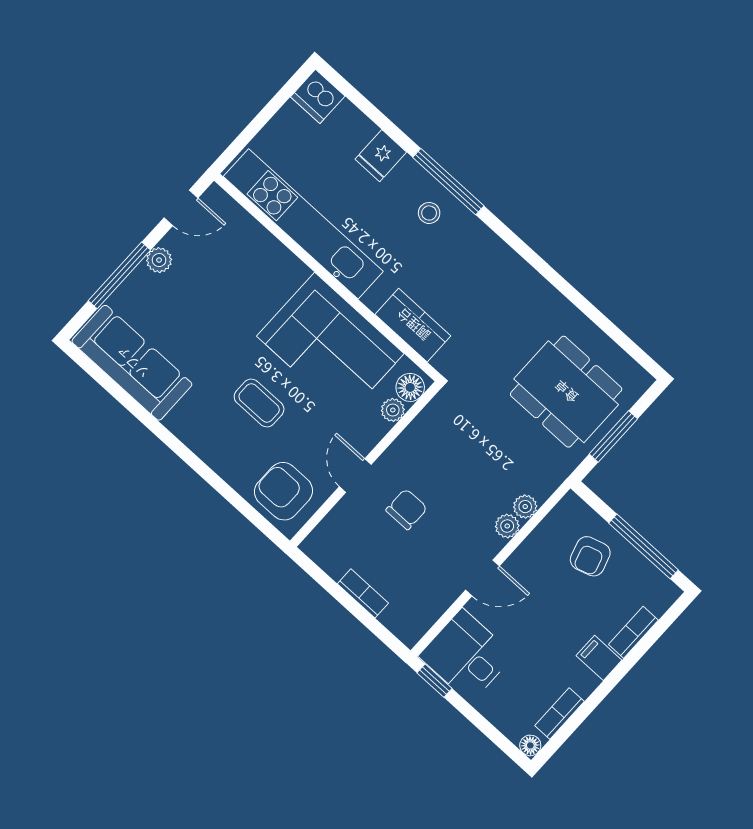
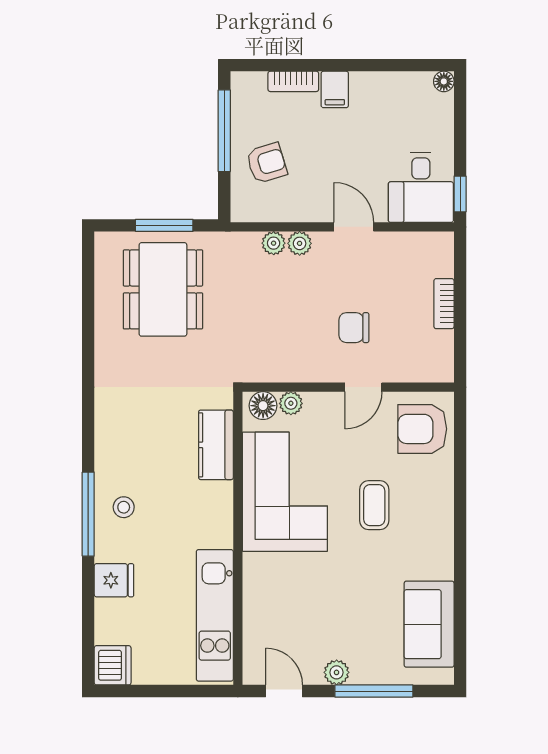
kitchen unit: (303, 224) -> (215, 615), width x0.73
sofa: (132, 363) -> (429, 624), width x0.73
armchair: (284, 491) -> (422, 429), turned 90
bookcase: (560, 714) -> (401, 81), removed

